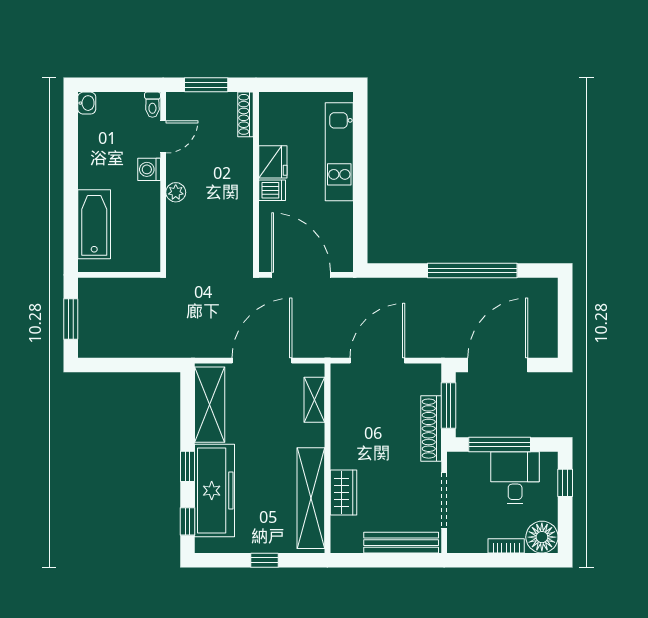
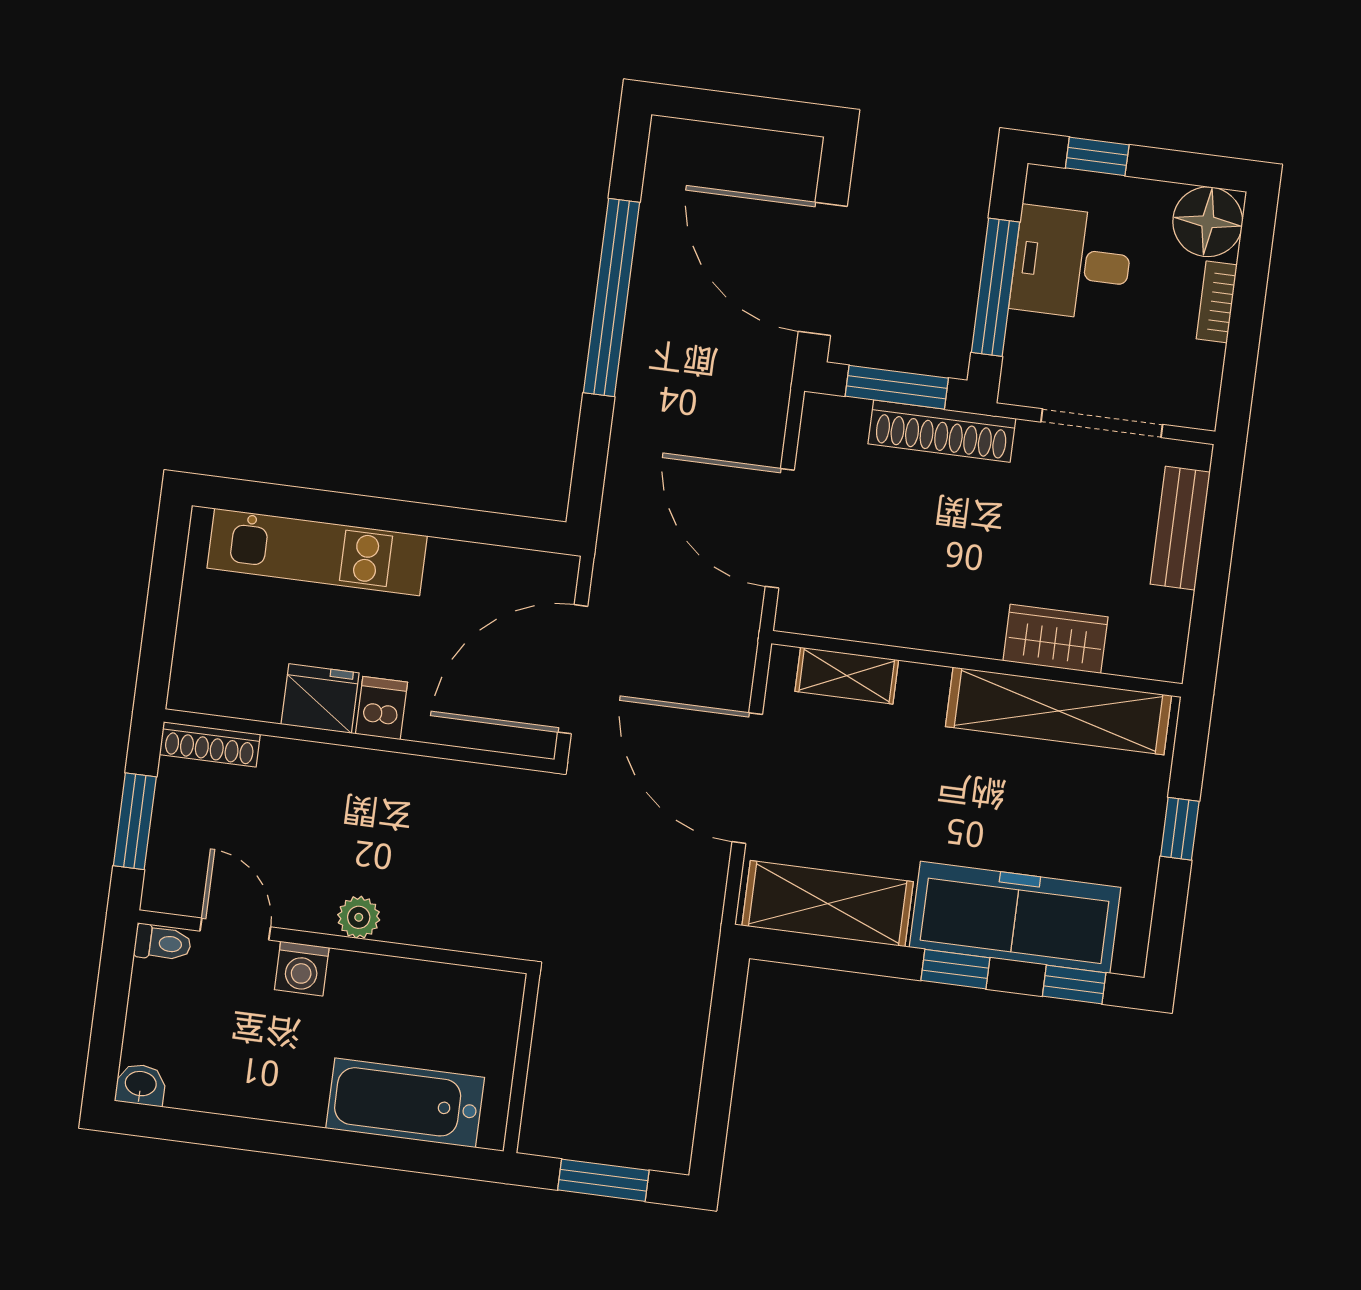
bench: (401, 543) -> (1180, 528), width x0.73

